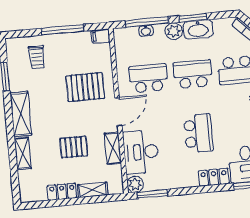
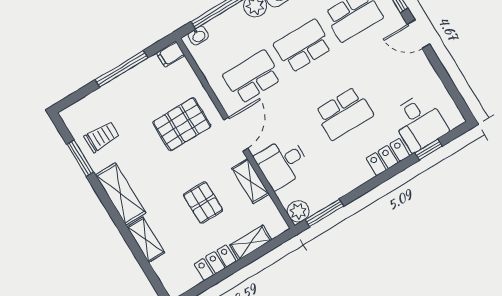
washbasin: (146, 31) -> (198, 36), moved
trolley: (37, 57) -> (102, 137), moved, turned -90
school desk: (198, 133) -> (344, 113), turned 90
pallet: (74, 147) -> (203, 203), turned 90
desk: (141, 152) -> (282, 163), width x0.73

